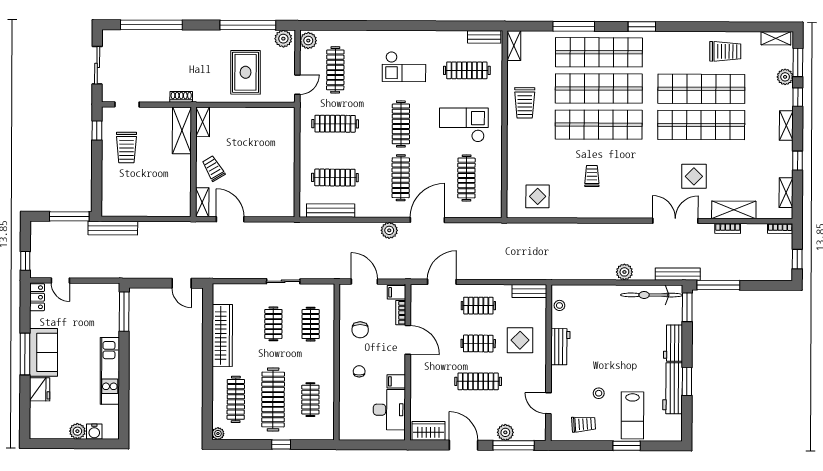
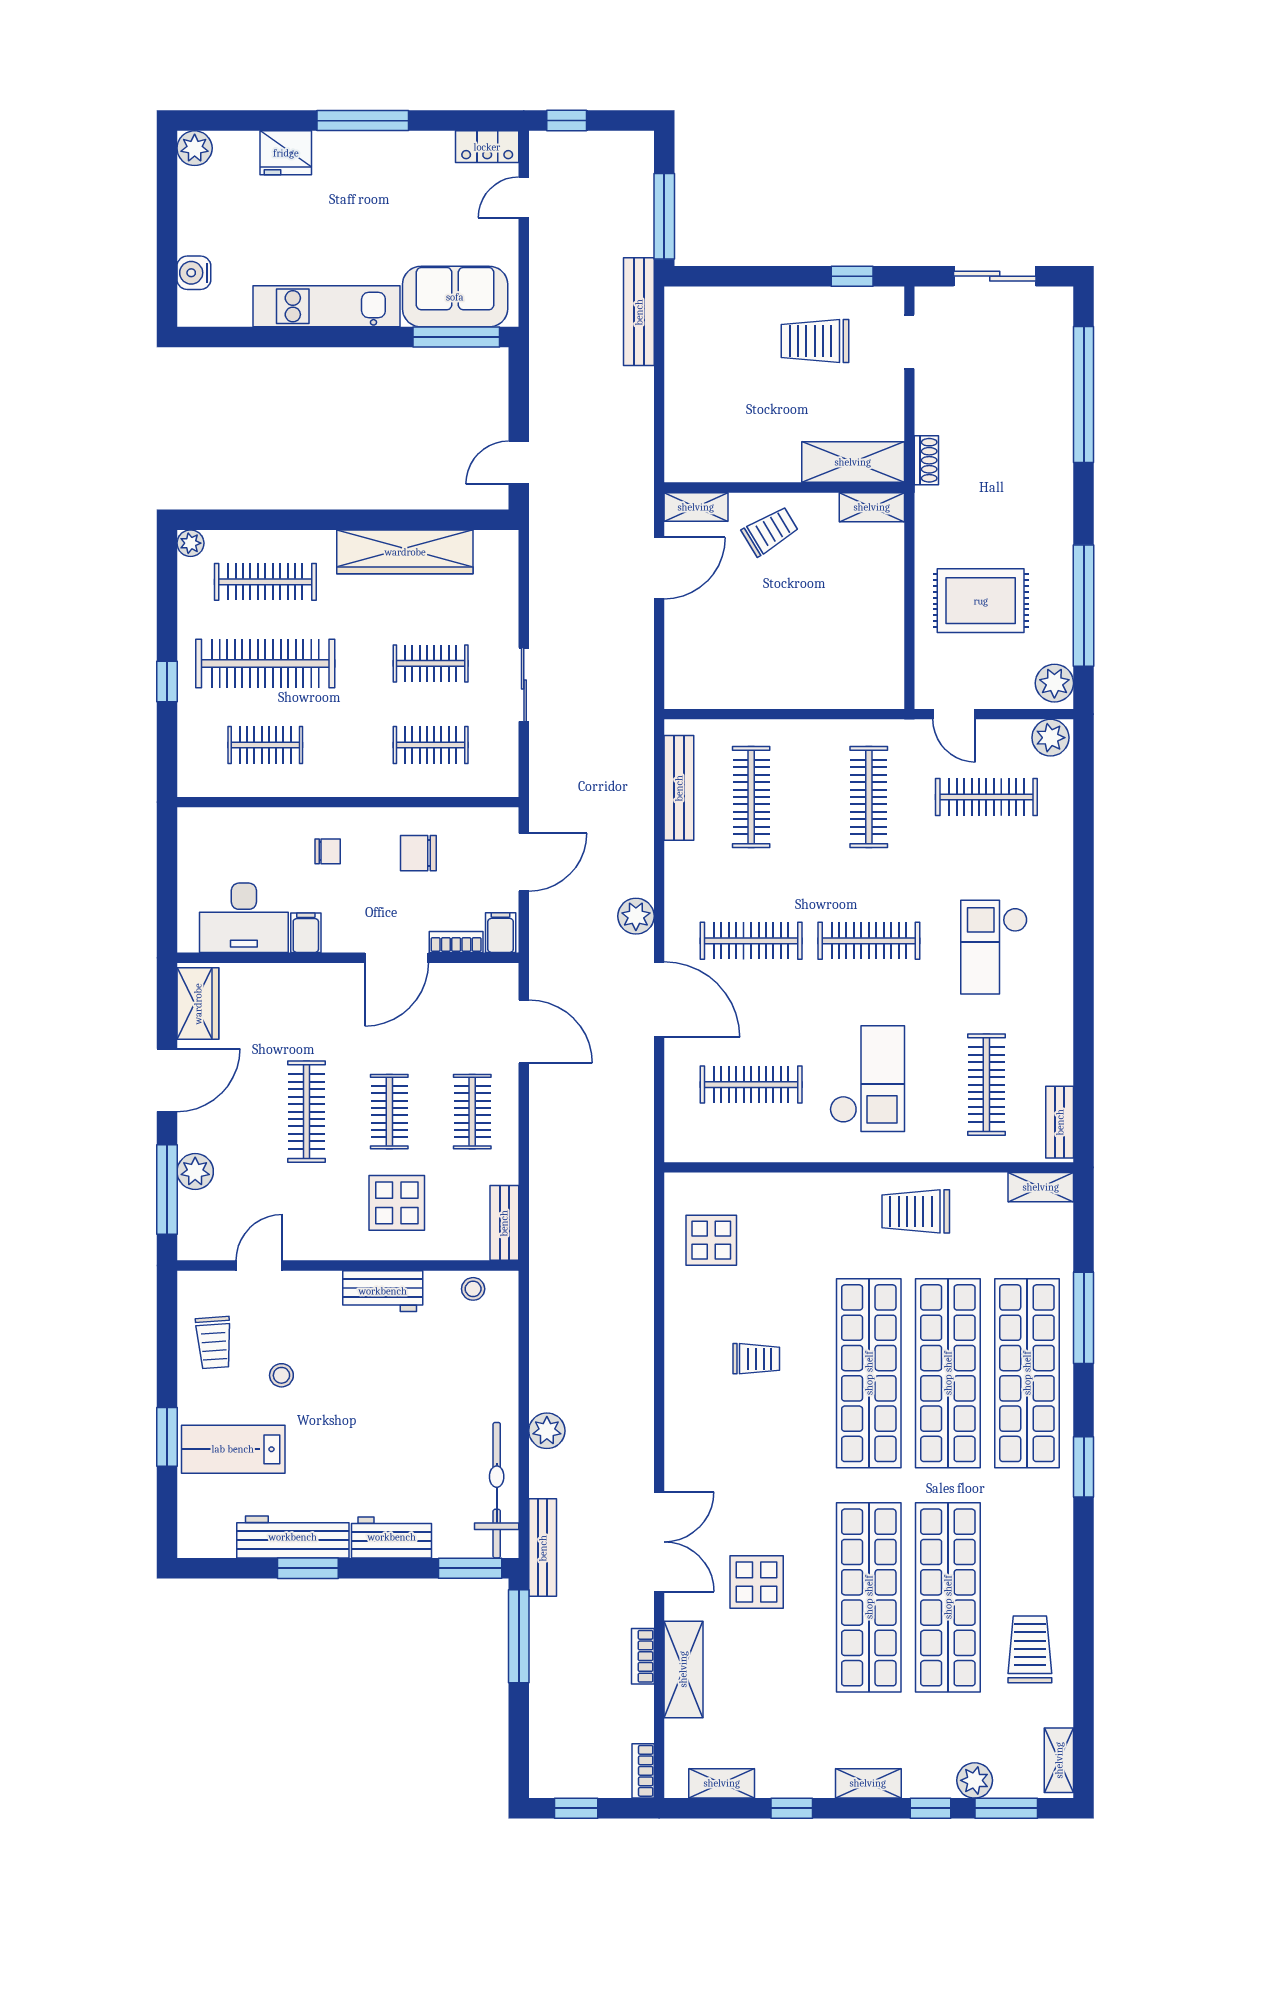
trolley: (725, 51) -> (1030, 1649), turned 180
sofa: (43, 352) -> (455, 297), moved, turned 180
plant: (77, 431) -> (195, 148), moved

